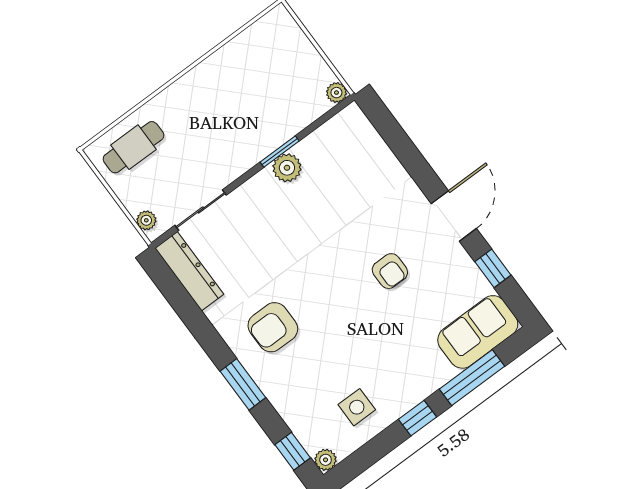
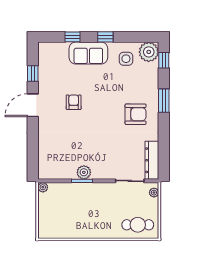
sofa: (478, 332) -> (88, 53), moved
window: (472, 378) -> (73, 37), width x0.46
plant: (326, 460) -> (149, 52), width x1.87, depth x1.87

